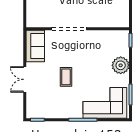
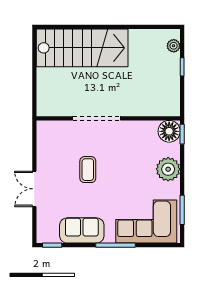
floor lamp: (121, 38) -> (169, 131), added
sofa: (35, 46) -> (82, 230), moved, turned -90
coffee table: (66, 77) -> (88, 170), moved

